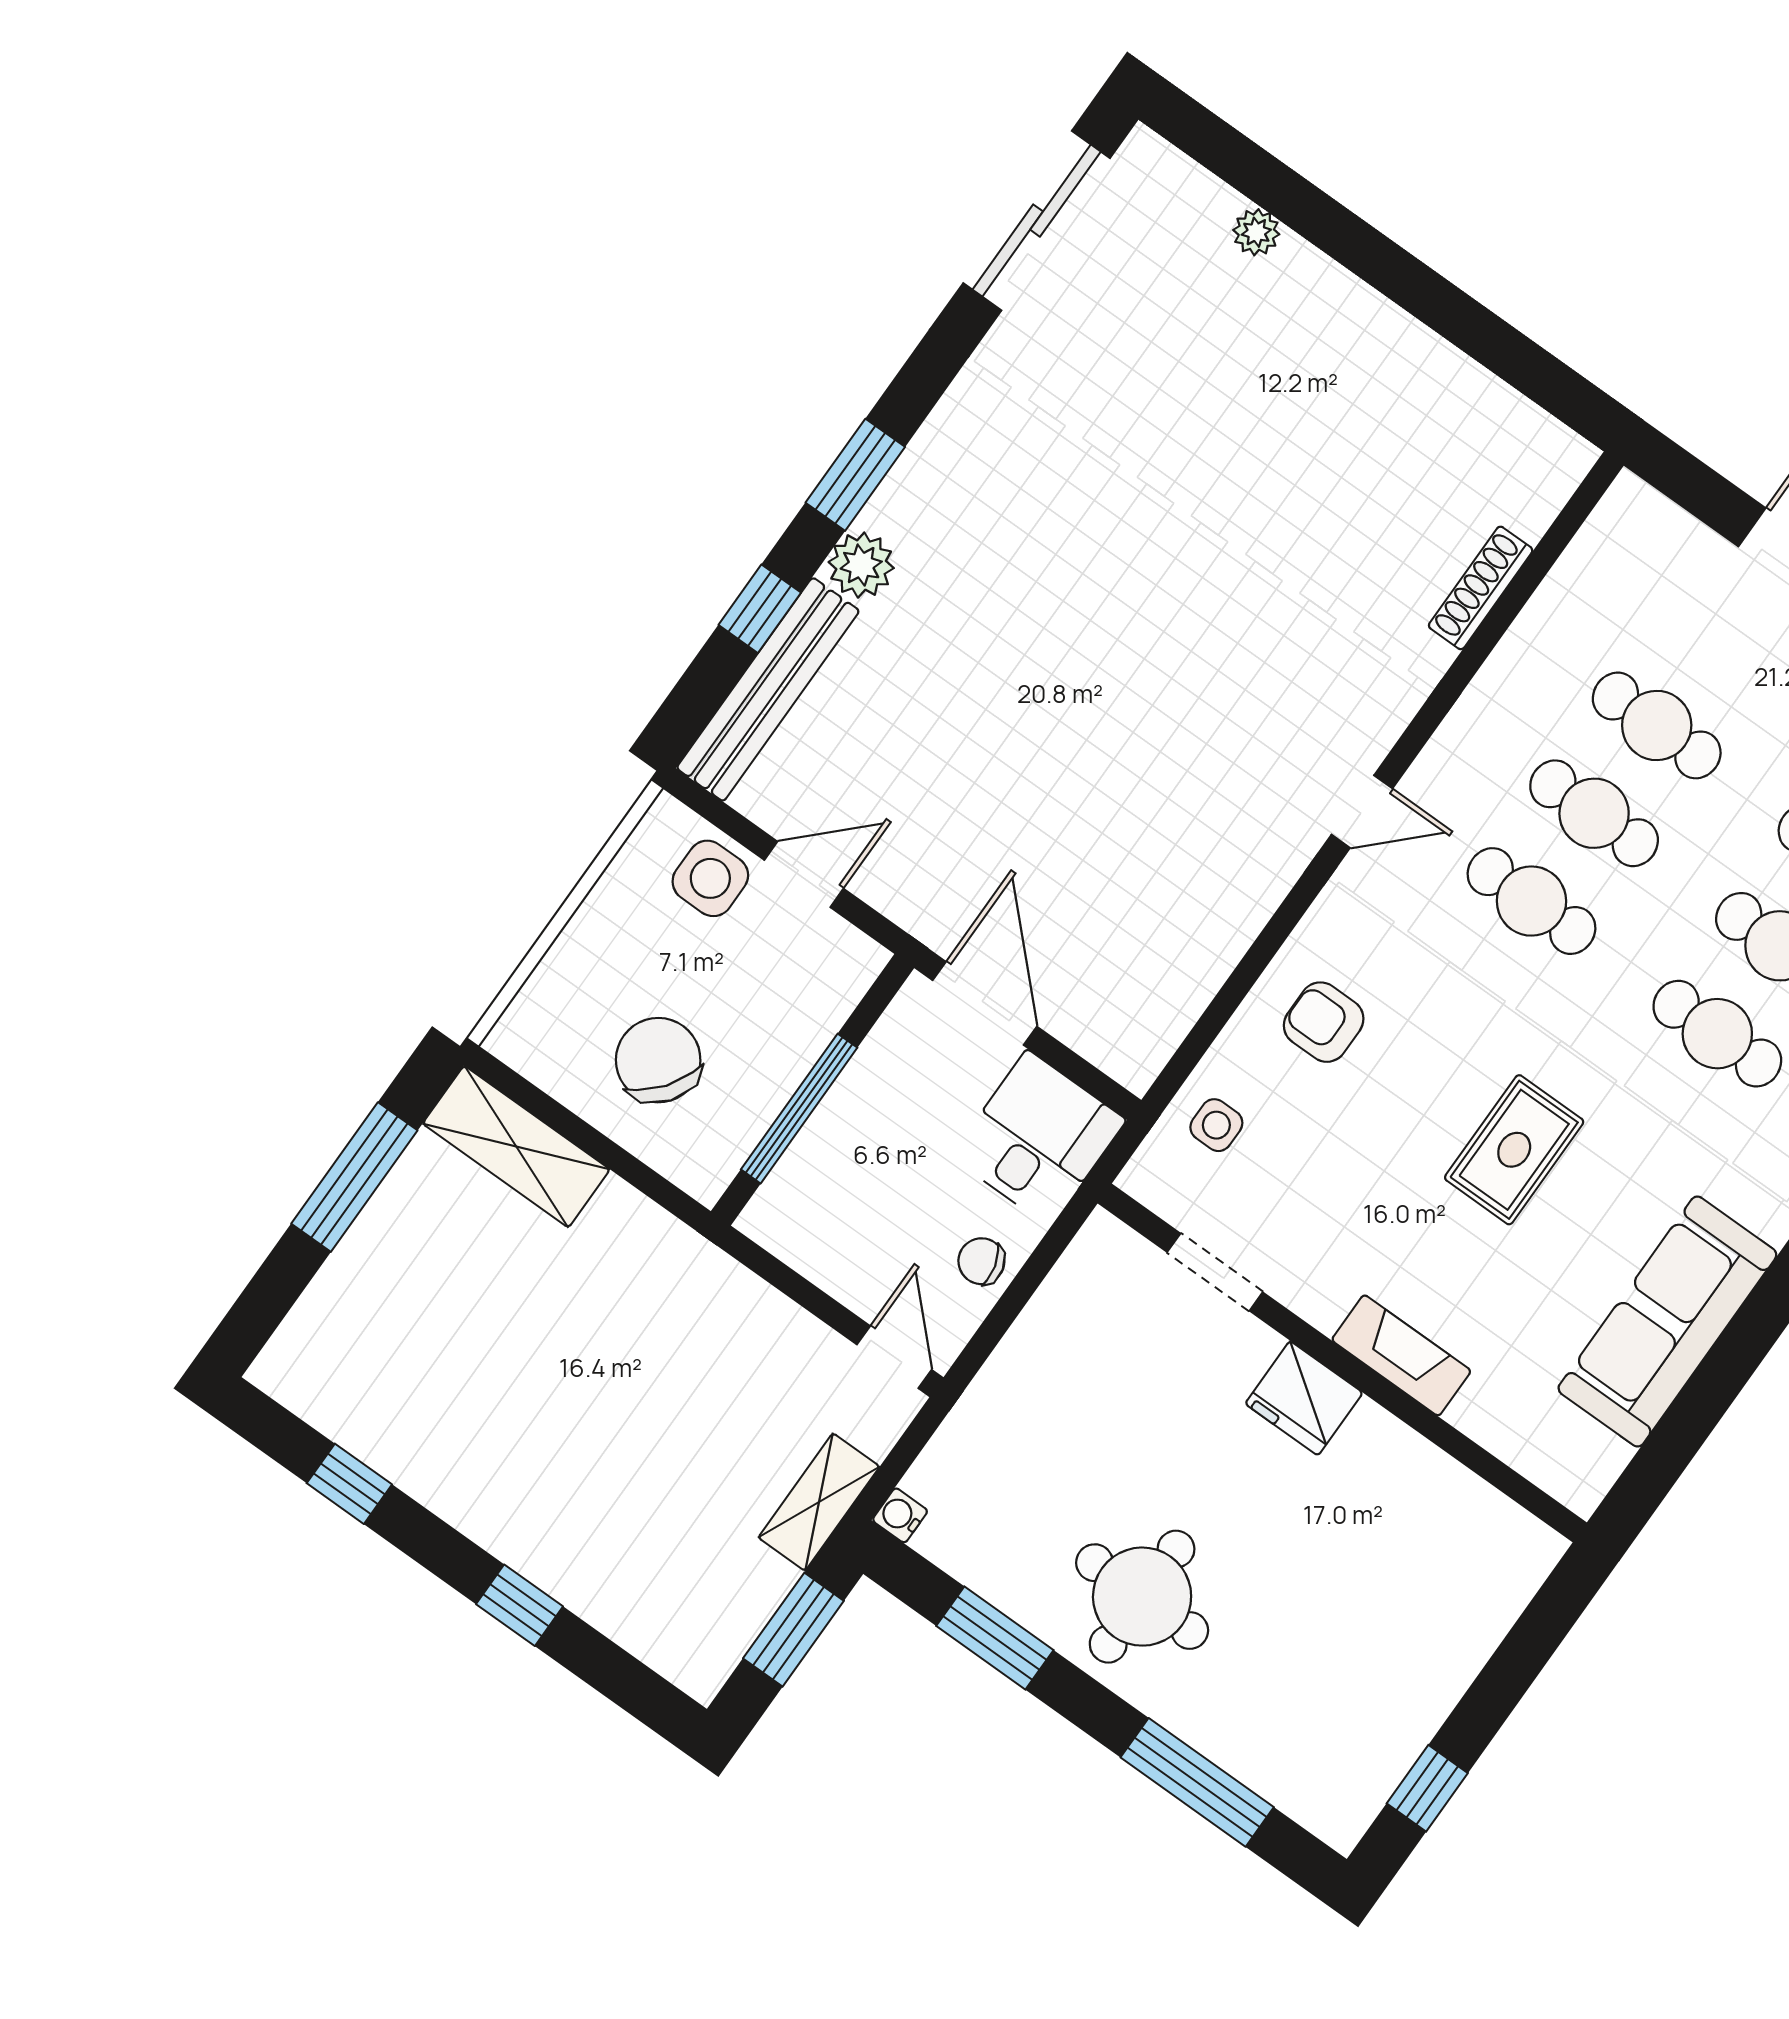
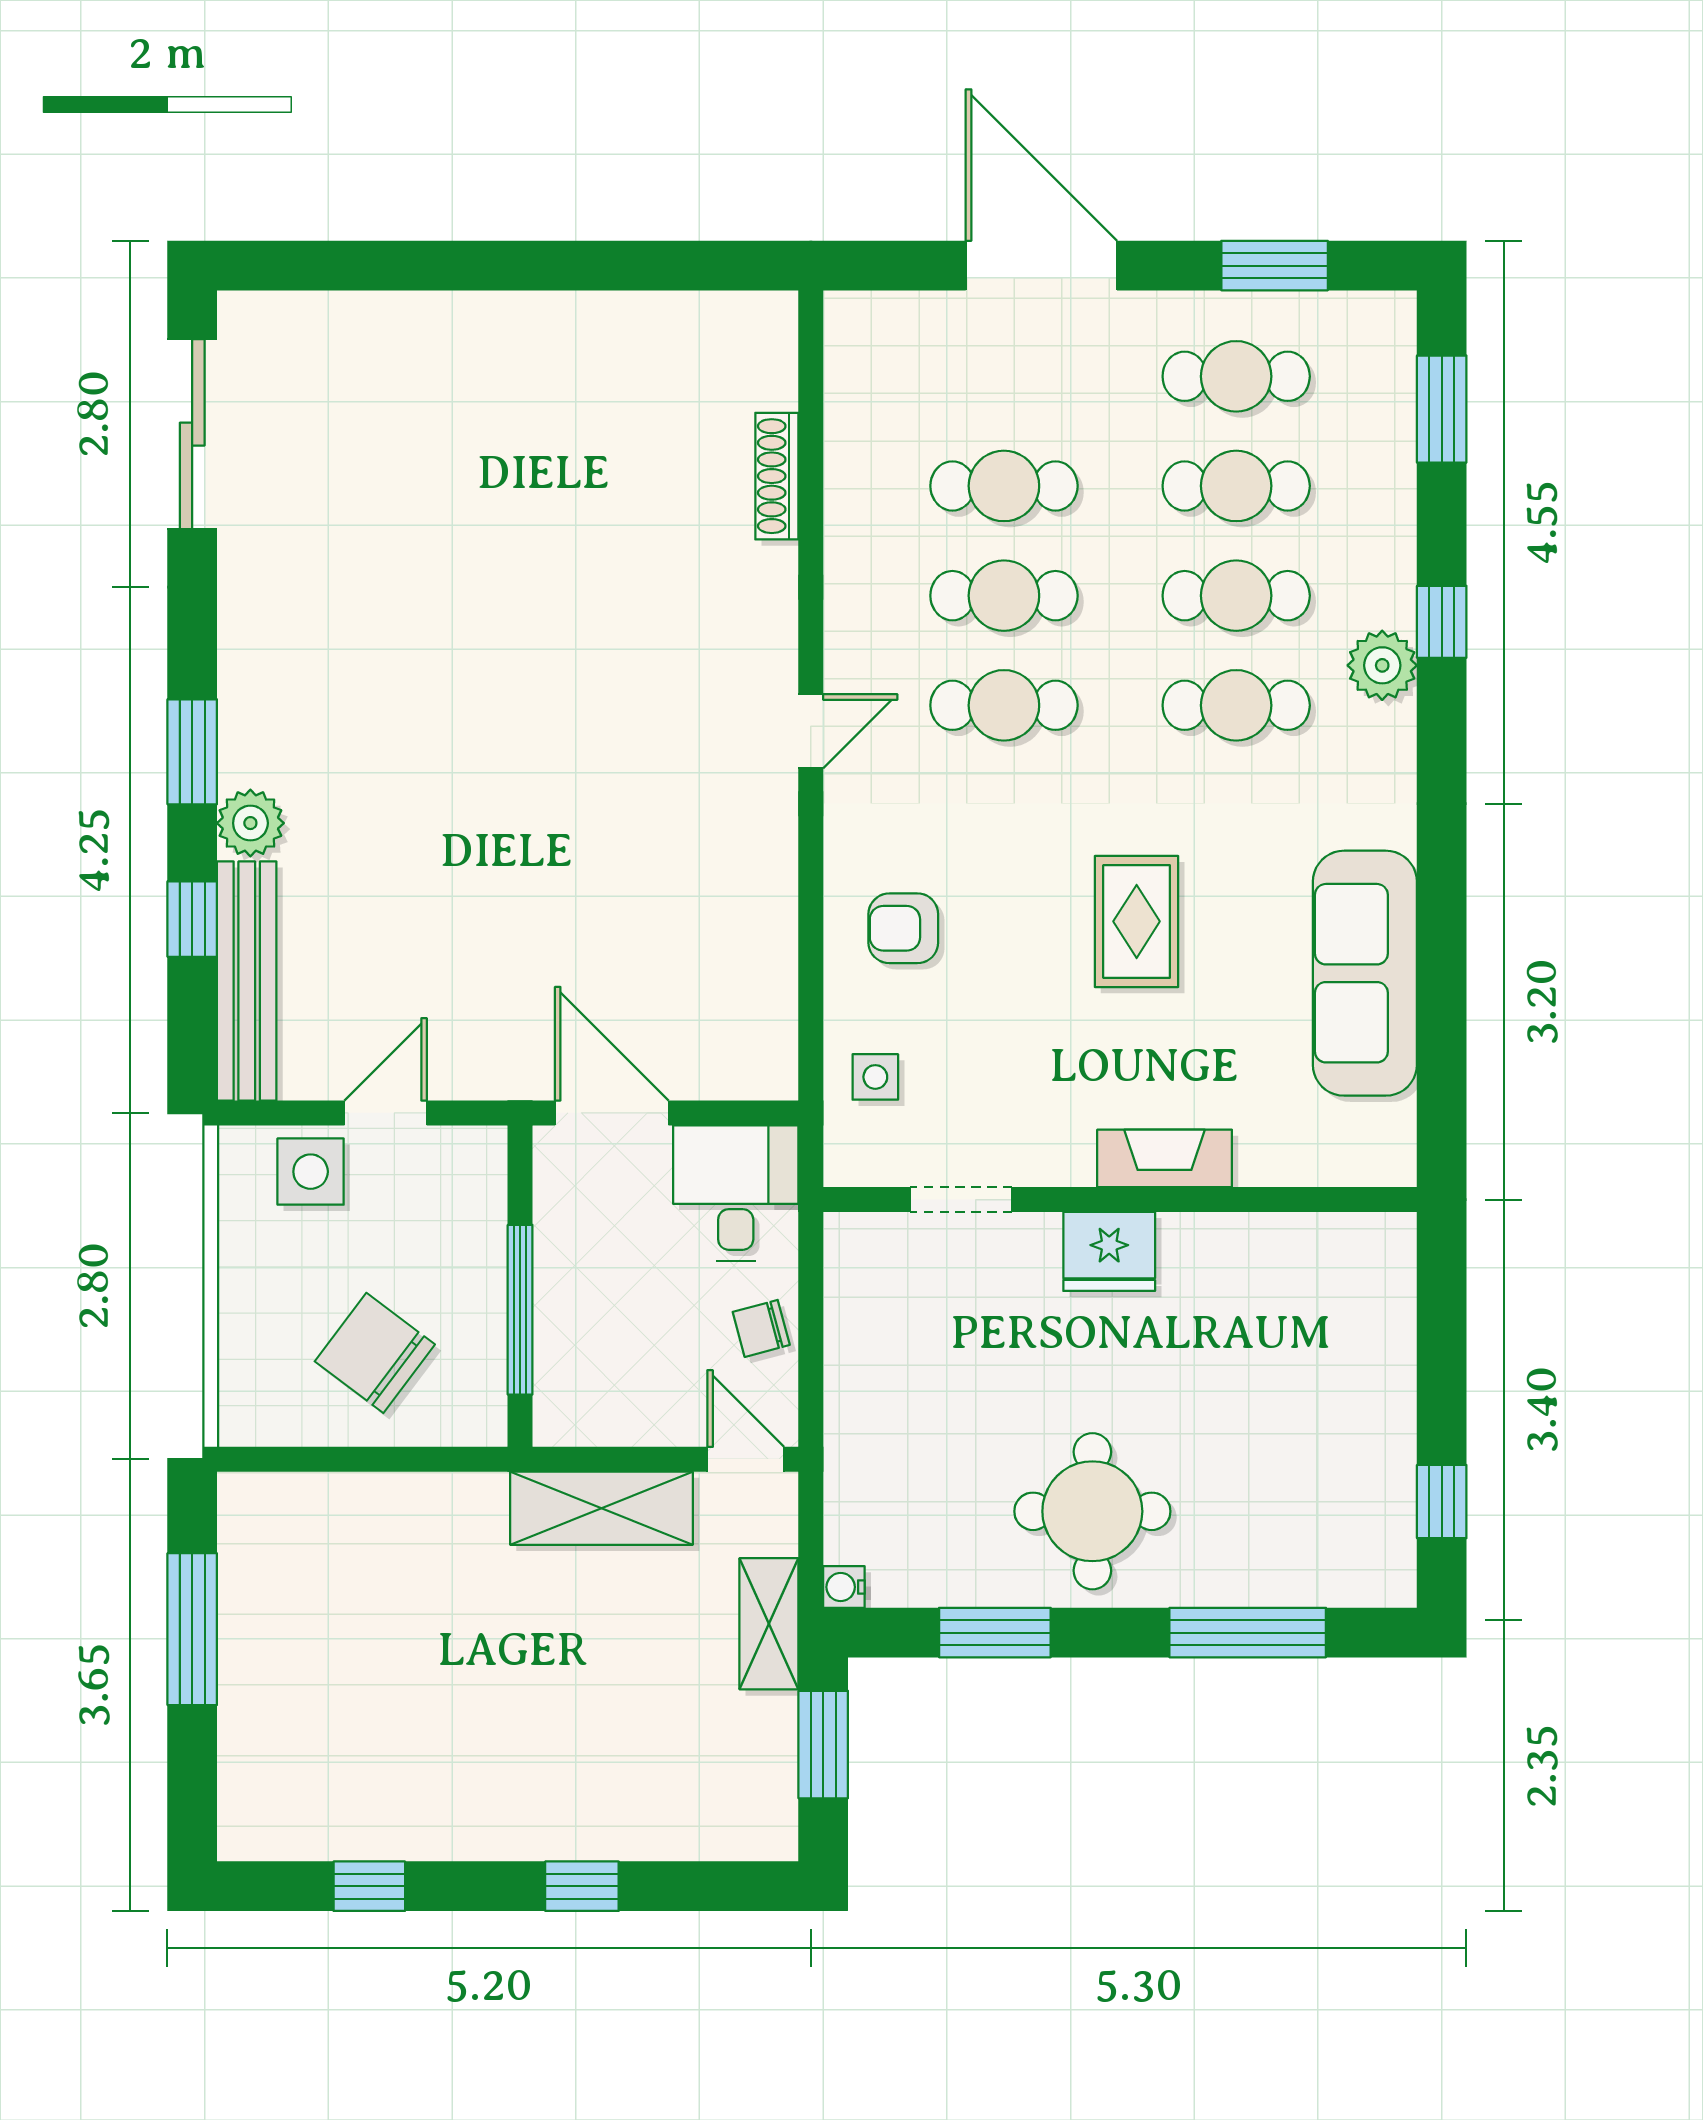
plant: (1256, 232) -> (381, 314), removed
shelving: (516, 1147) -> (602, 1508), moved

